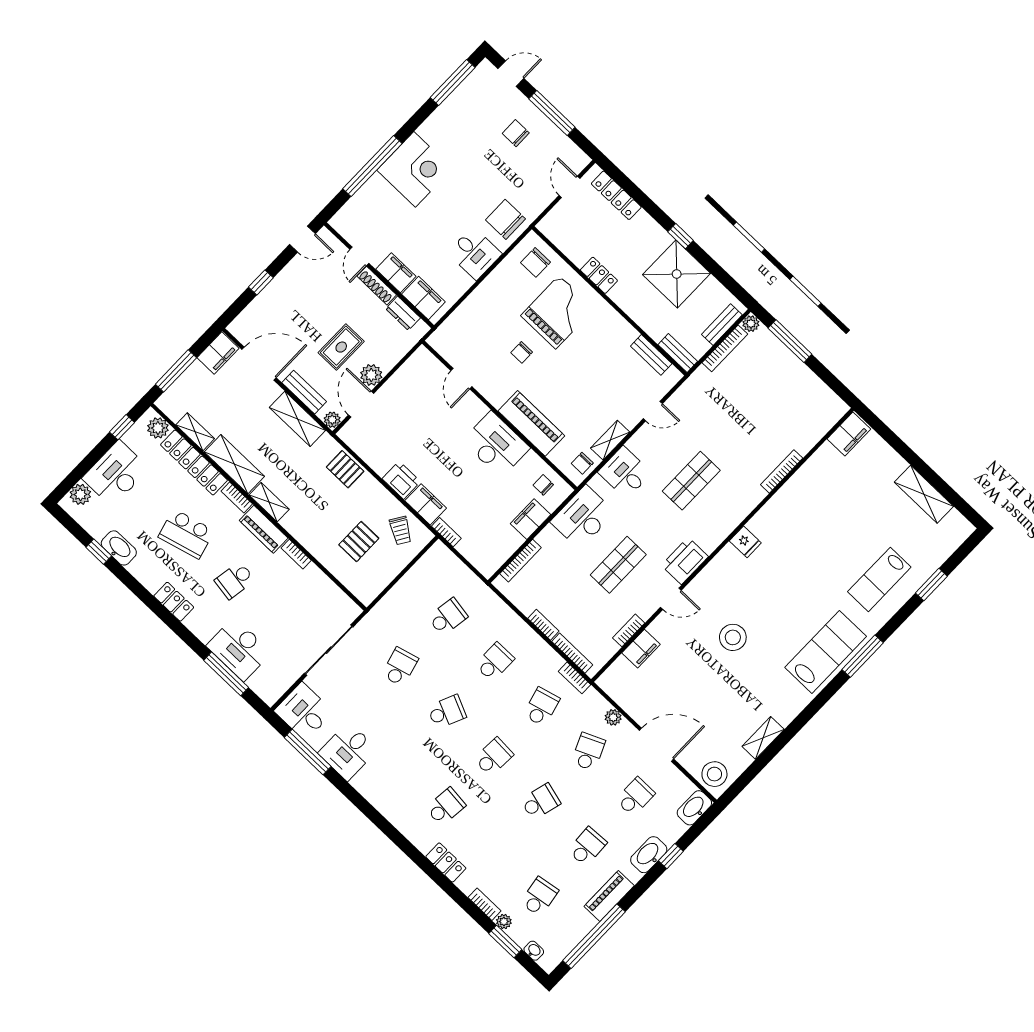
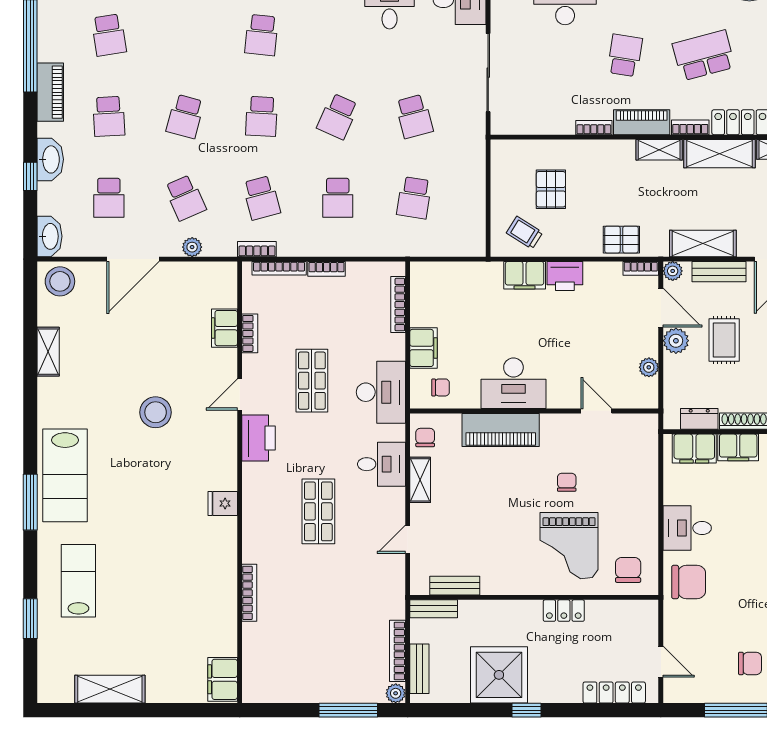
plant: (404, 375) -> (649, 367), added
bookcase: (446, 532) -> (641, 268), moved

